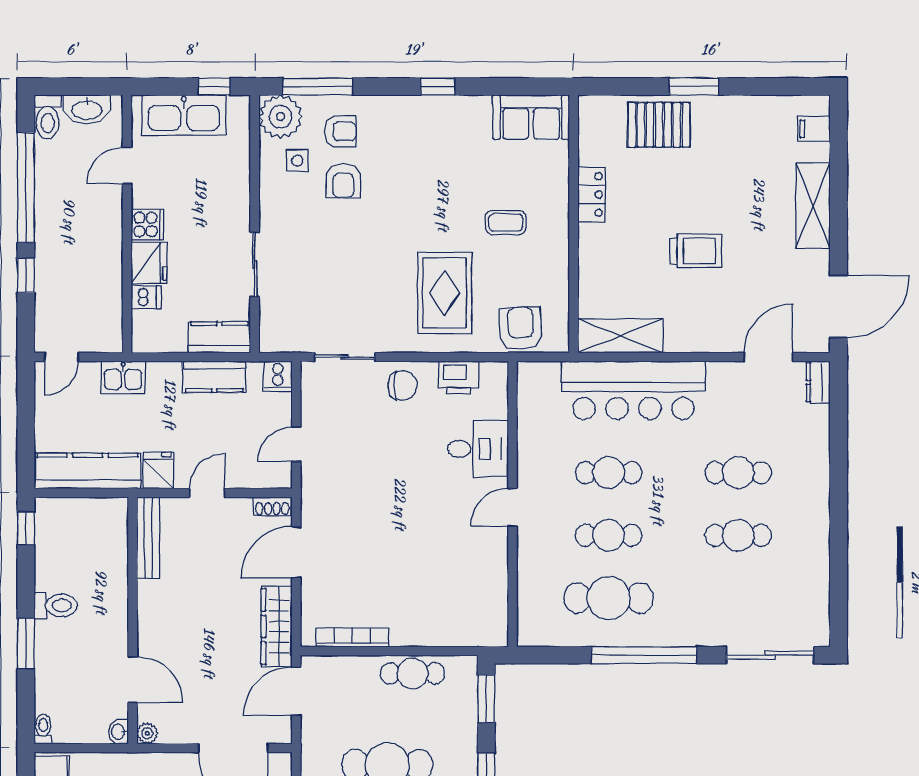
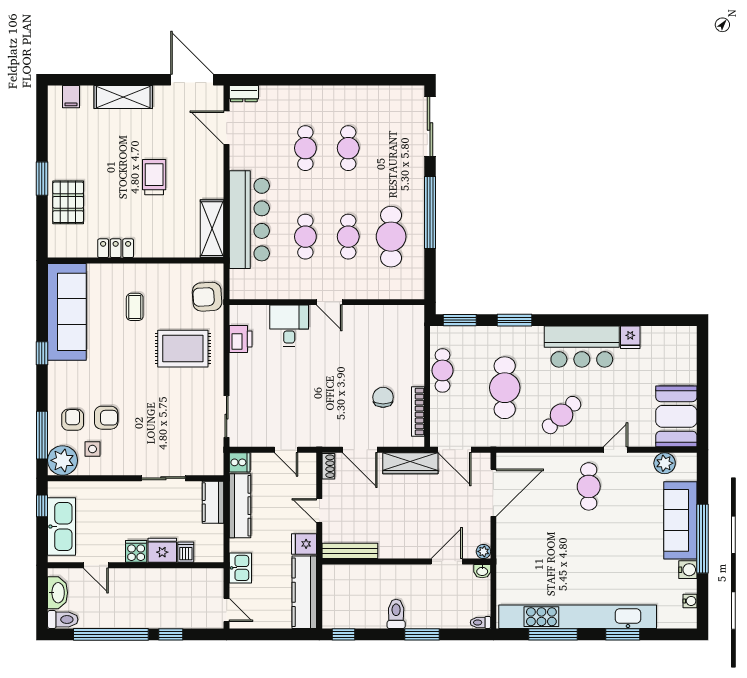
sofa: (531, 117) -> (67, 312), width x1.85, depth x1.27
kitchen counter: (214, 377) -> (240, 506), width x1.50
chair: (402, 385) -> (383, 397), moved

